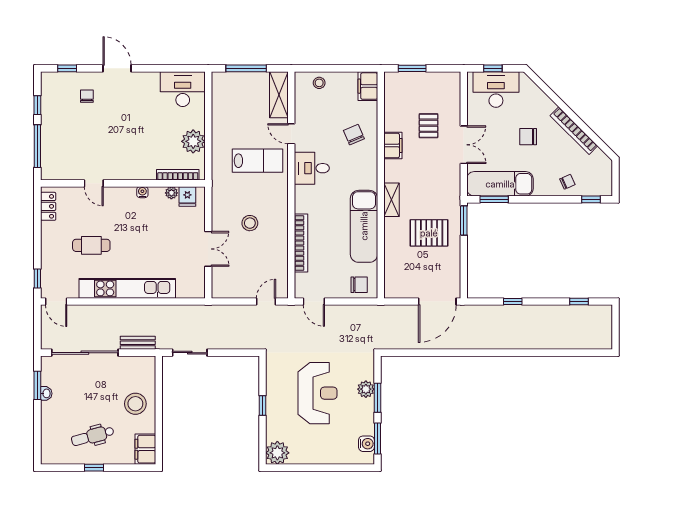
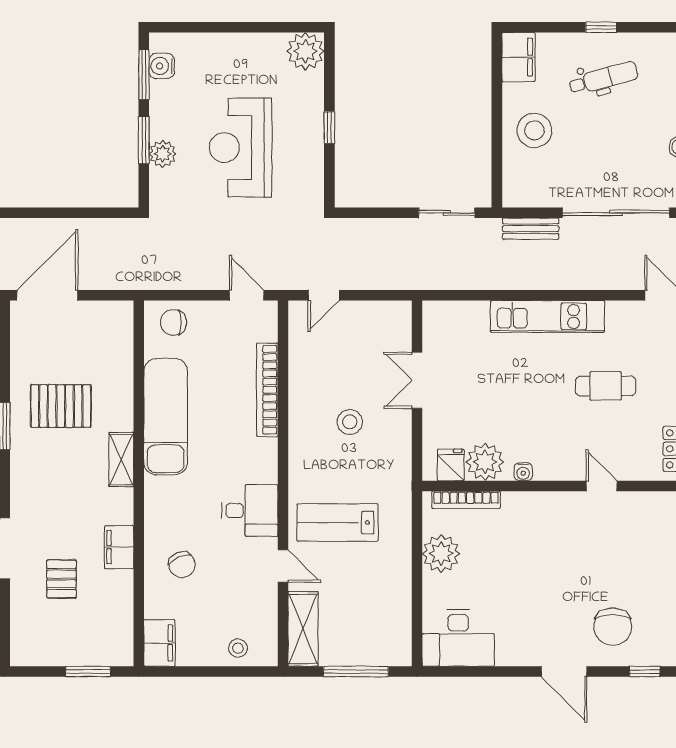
chair: (87, 96) -> (613, 627), width x1.87, depth x1.87
plant: (171, 193) -> (485, 462), width x1.87, depth x1.87
kitchen unit: (127, 288) -> (547, 316), width x0.73

